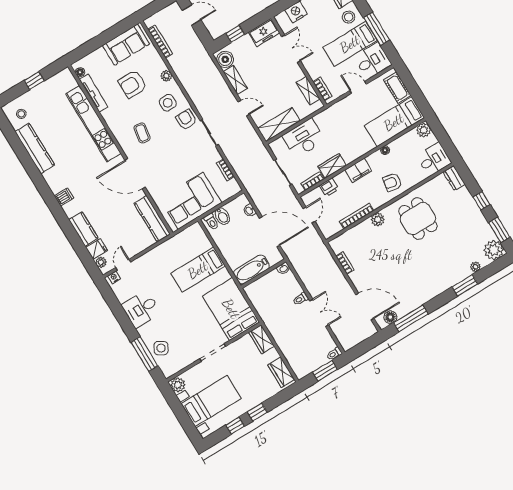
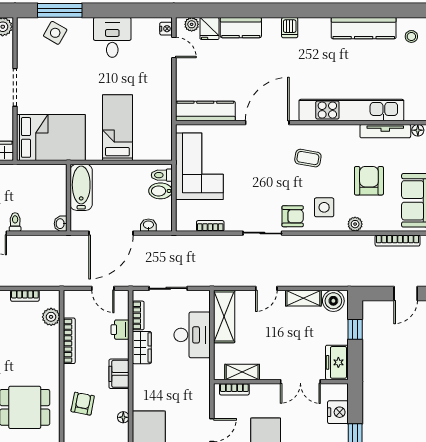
plant: (378, 220) -> (51, 317), moved

